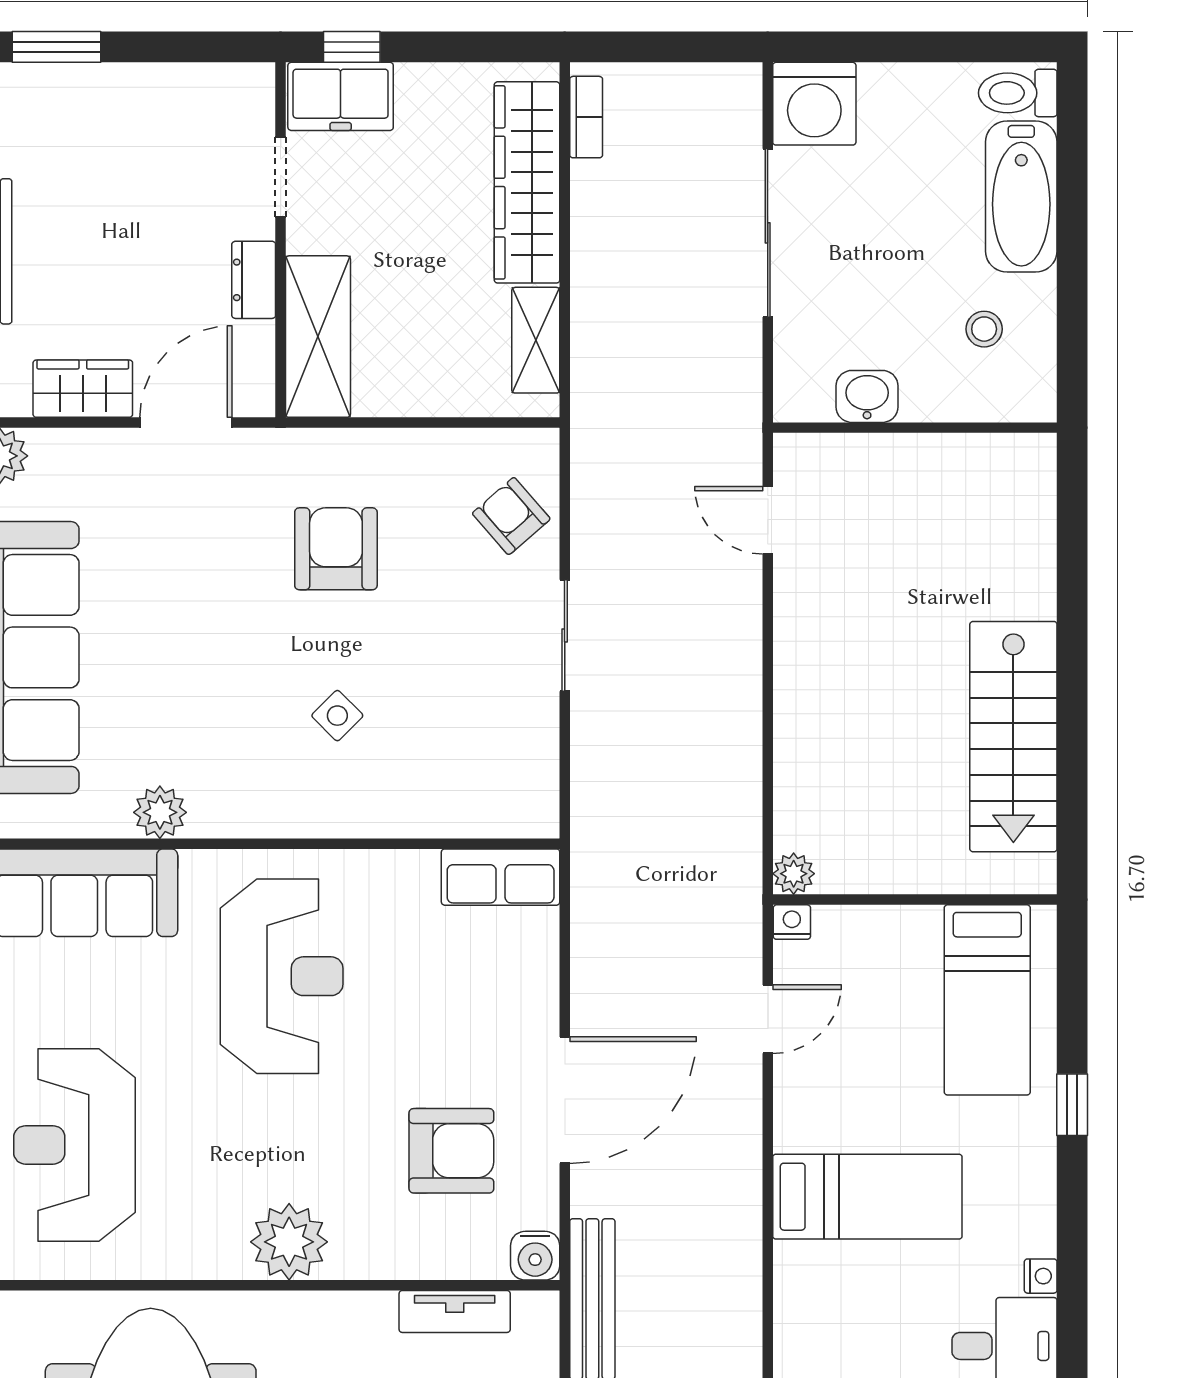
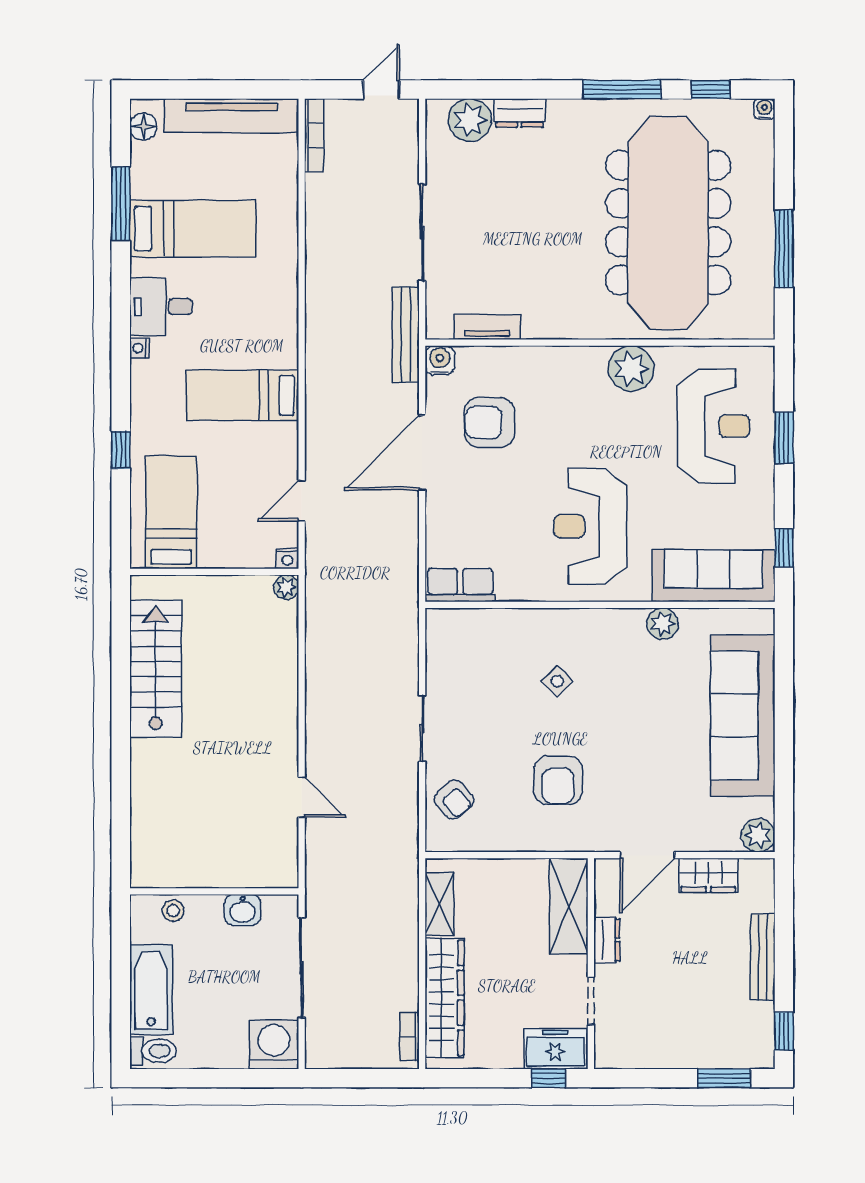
washbasin: (867, 396) -> (243, 910), moved
wall: (915, 428) -> (214, 891), moved
plant: (289, 1242) -> (631, 369), moved

